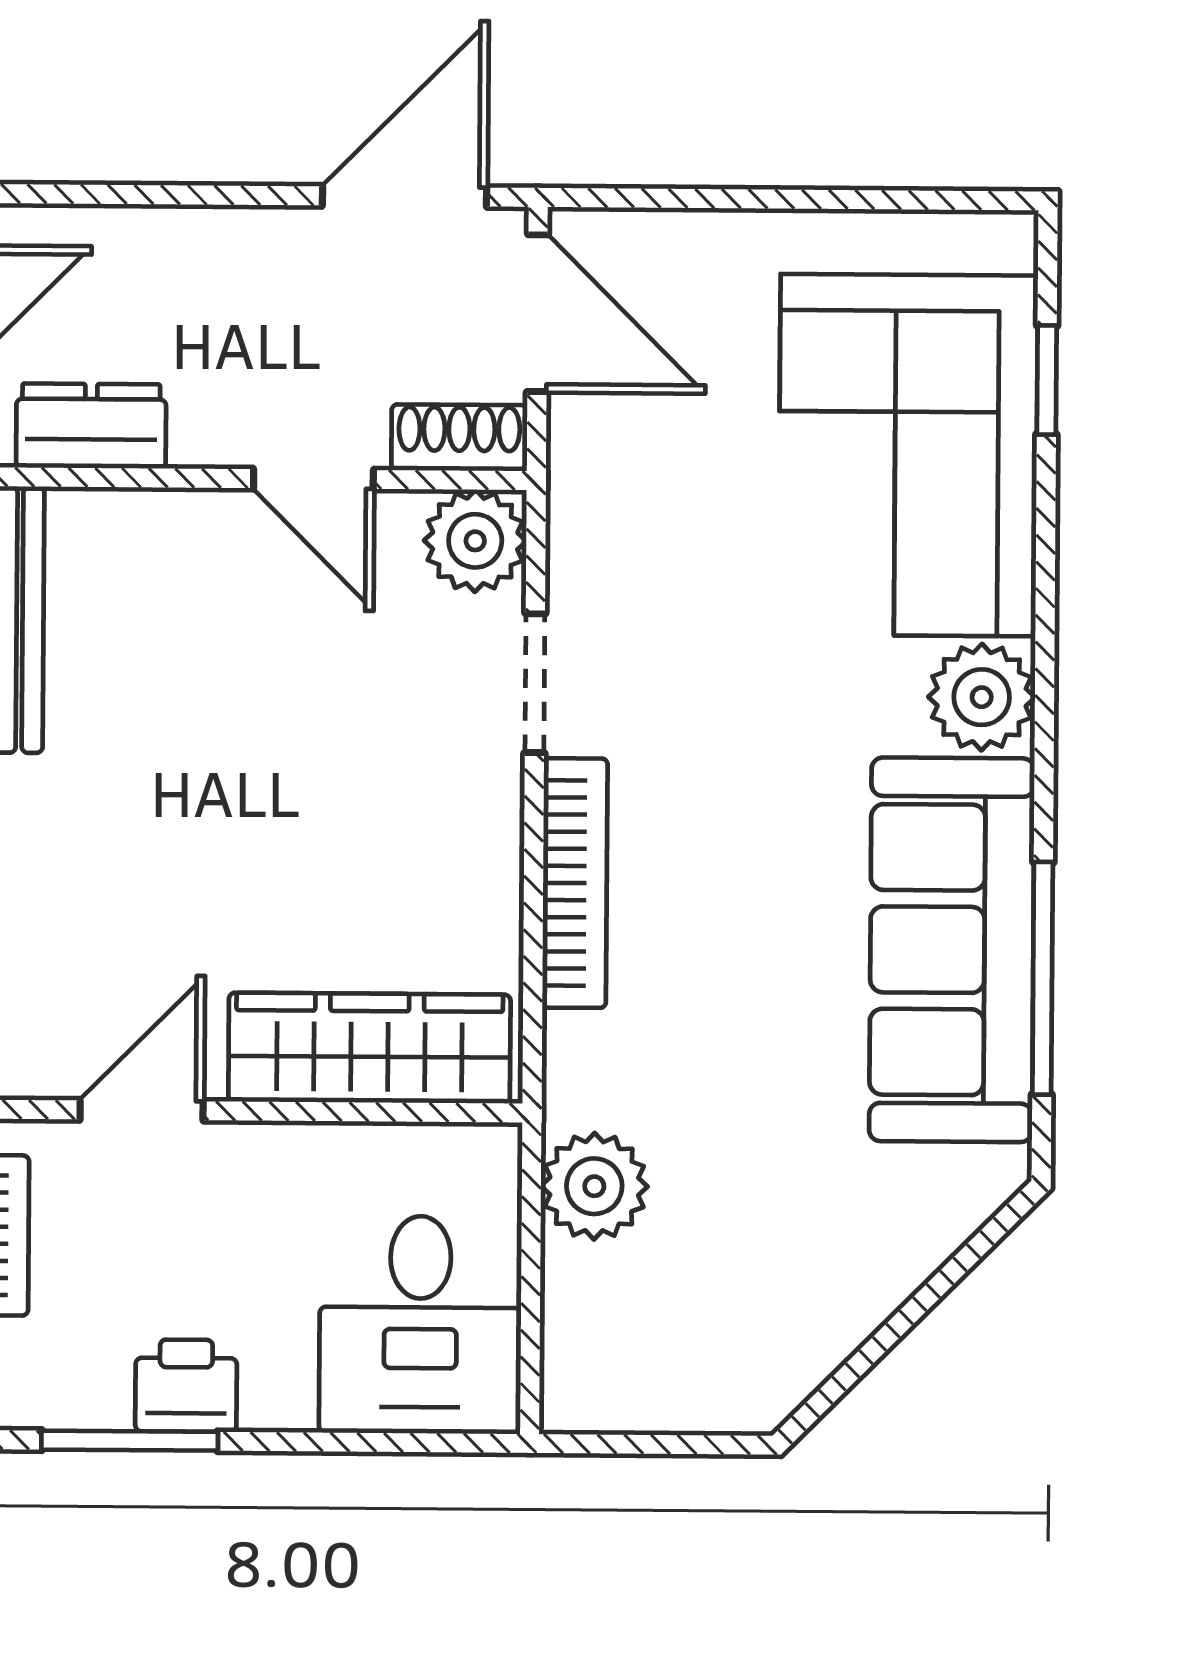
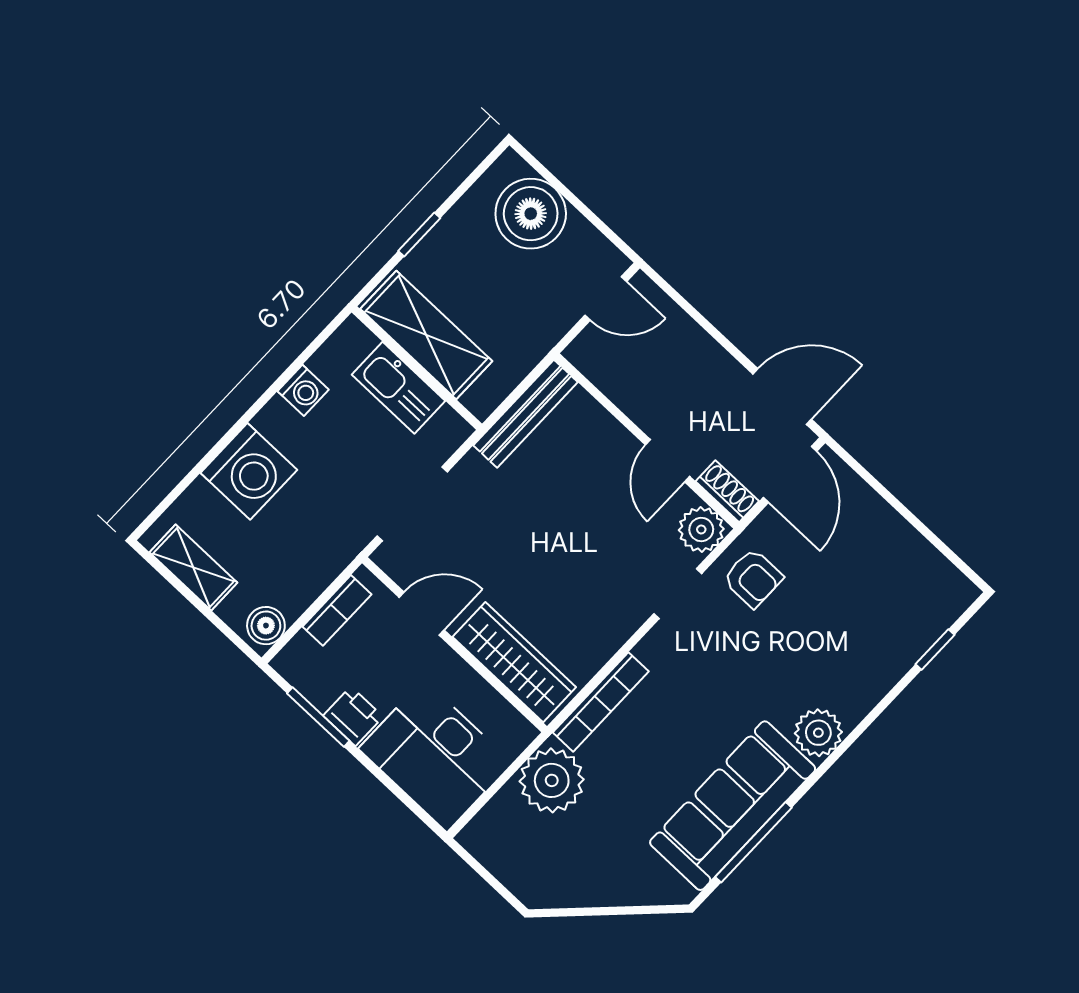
dresser: (91, 426) -> (611, 377), removed
corner sofa: (908, 455) -> (867, 632), removed
armchair: (635, 542) -> (753, 578), added
bookcase: (575, 883) -> (601, 702), moved
plant: (594, 1186) -> (552, 780), width x1.36, depth x1.36
desk: (420, 1325) -> (435, 756), width x1.37

